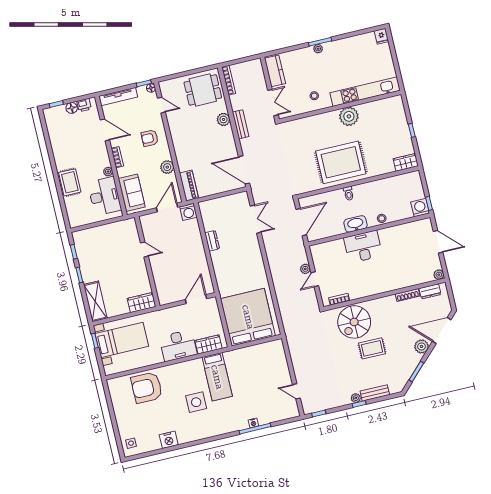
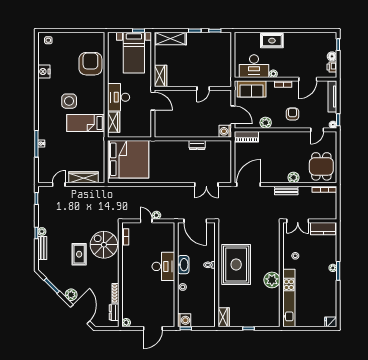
door: (196, 299) -> (153, 101), moved
wardrobe: (281, 364) -> (83, 177), added

